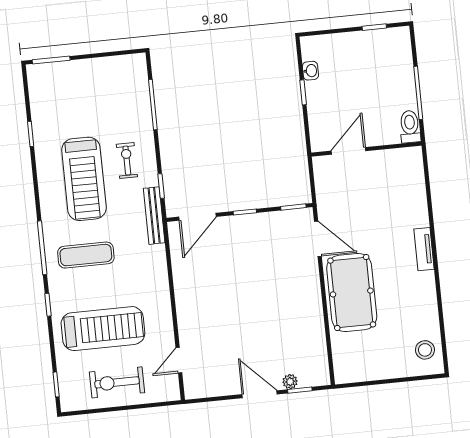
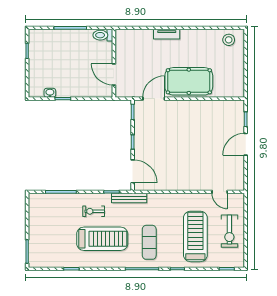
toilet: (410, 127) -> (103, 35), moved
wall: (366, 149) -> (114, 63), moved
door: (349, 151) -> (114, 74), moved
plant: (290, 382) -> (240, 125), removed

